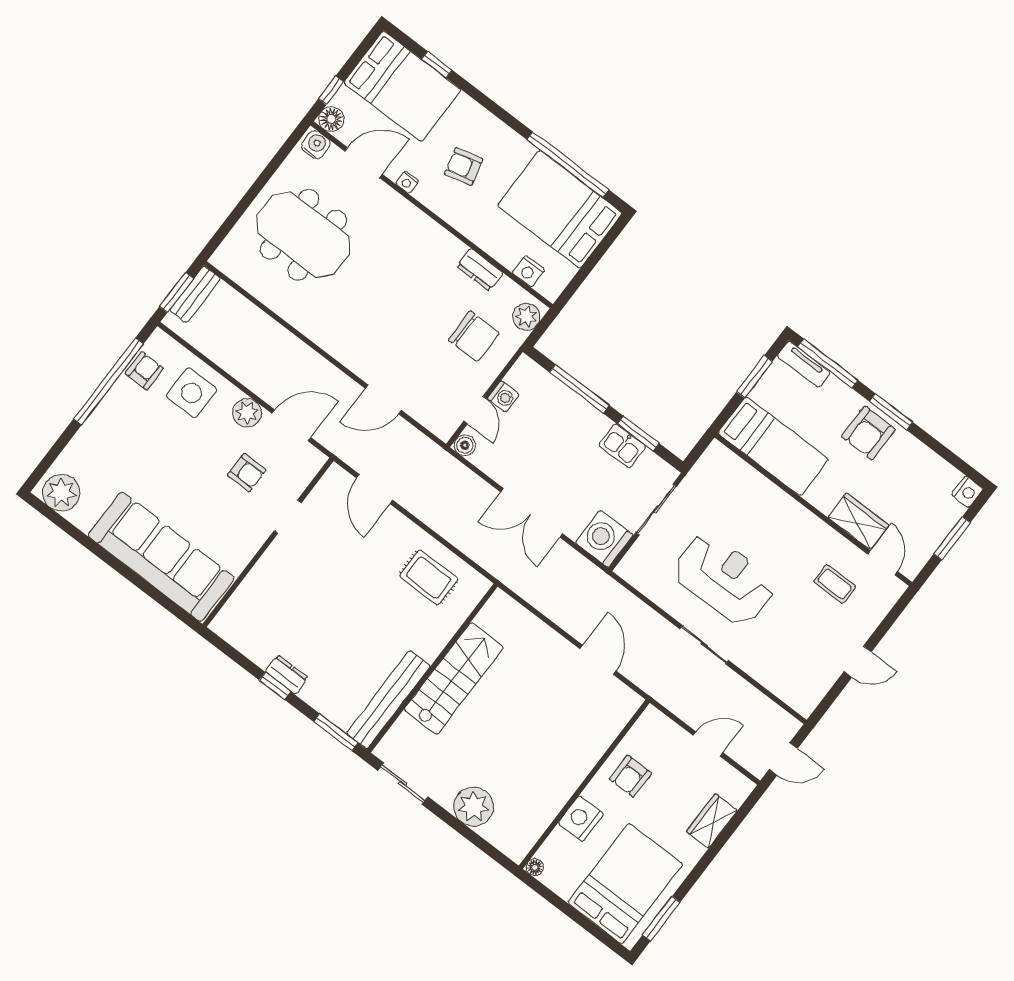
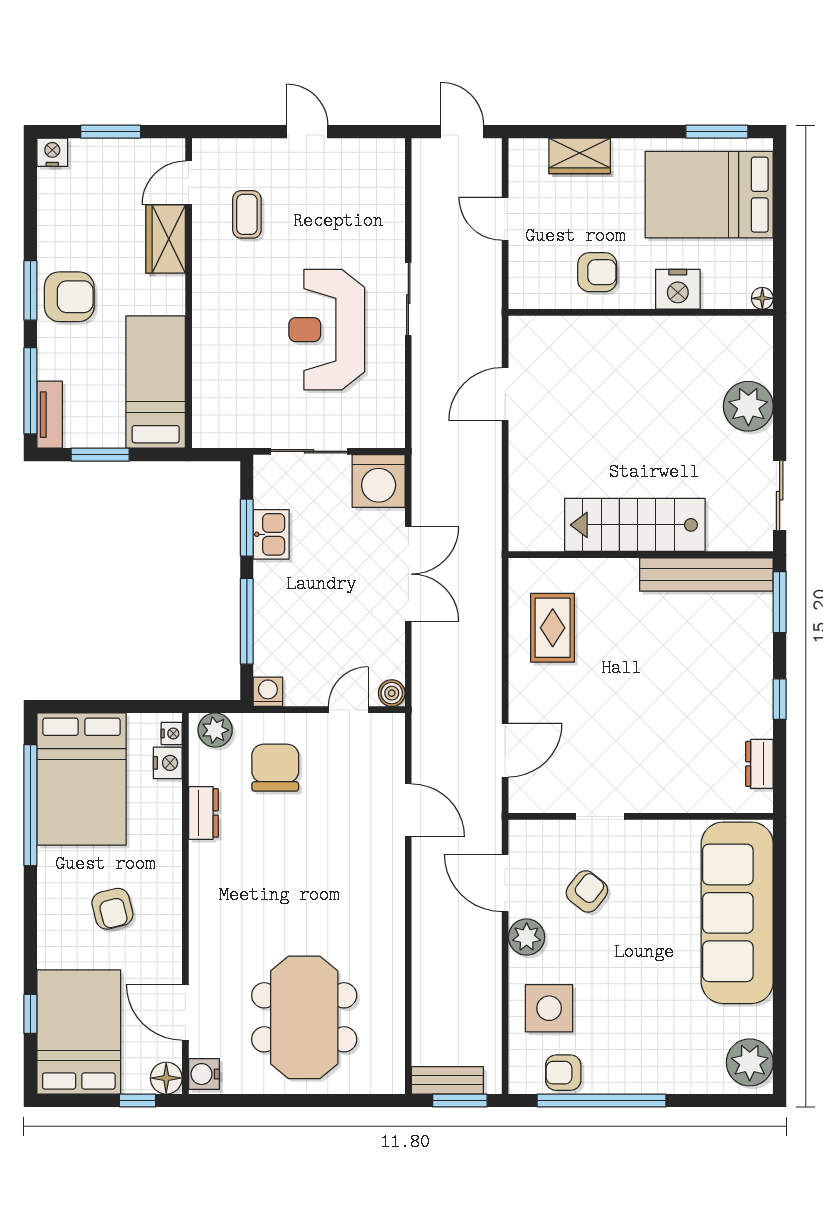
nightstand: (407, 182) -> (172, 734), moved
washing machine: (503, 397) -> (268, 692), moved
armchair: (247, 473) -> (587, 891), turned 38
dresser: (287, 675) -> (759, 764), moved

